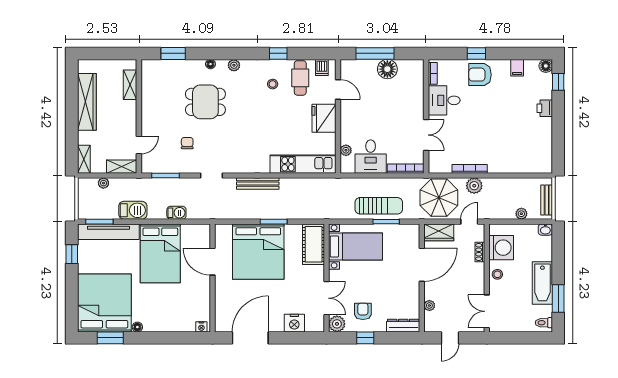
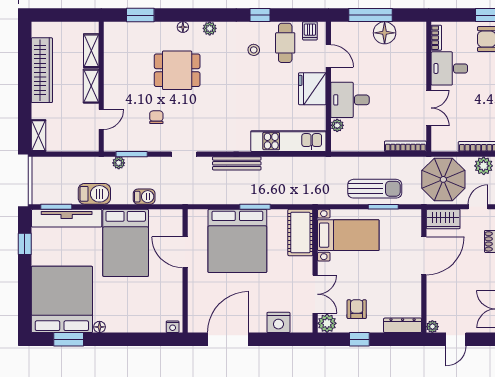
desk: (371, 157) -> (350, 100), moved, turned 90
shelving: (122, 167) -> (91, 86), moved, turned 90
plant: (103, 183) -> (119, 163), moved
plant: (429, 305) -> (432, 327), moved

